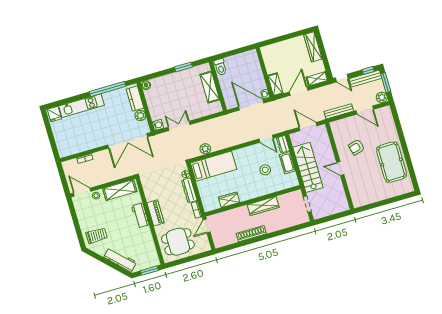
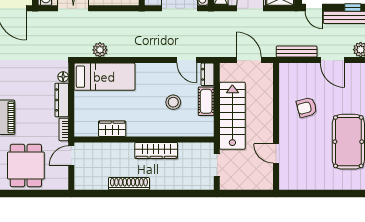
door: (340, 169) -> (276, 154), moved
dining table: (178, 242) -> (26, 165), turned 90

